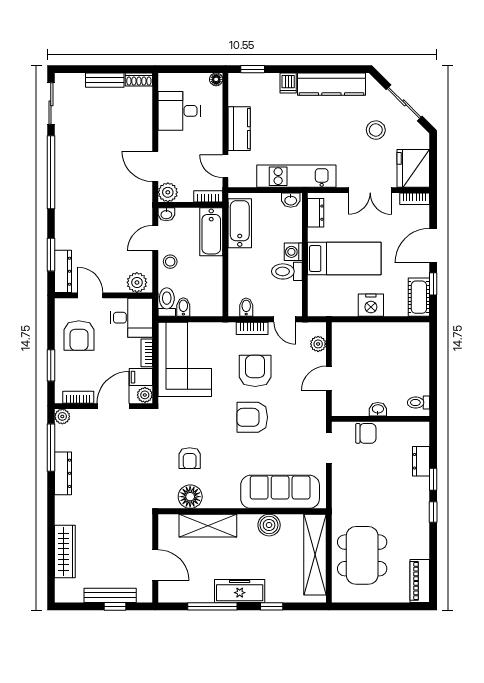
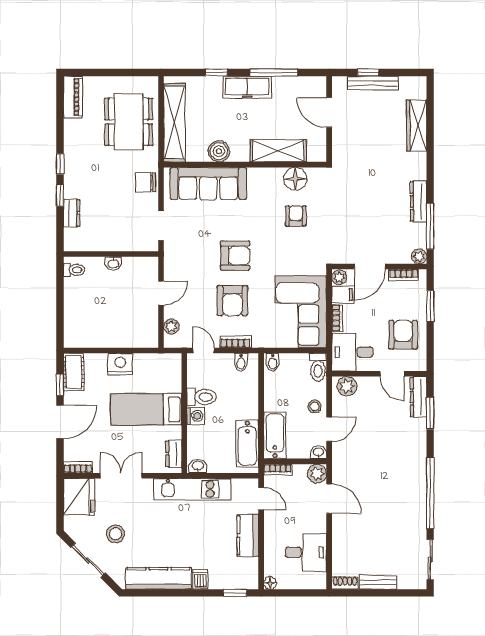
bidet: (183, 307) -> (273, 362), moved
chair: (366, 433) -> (146, 182), moved

